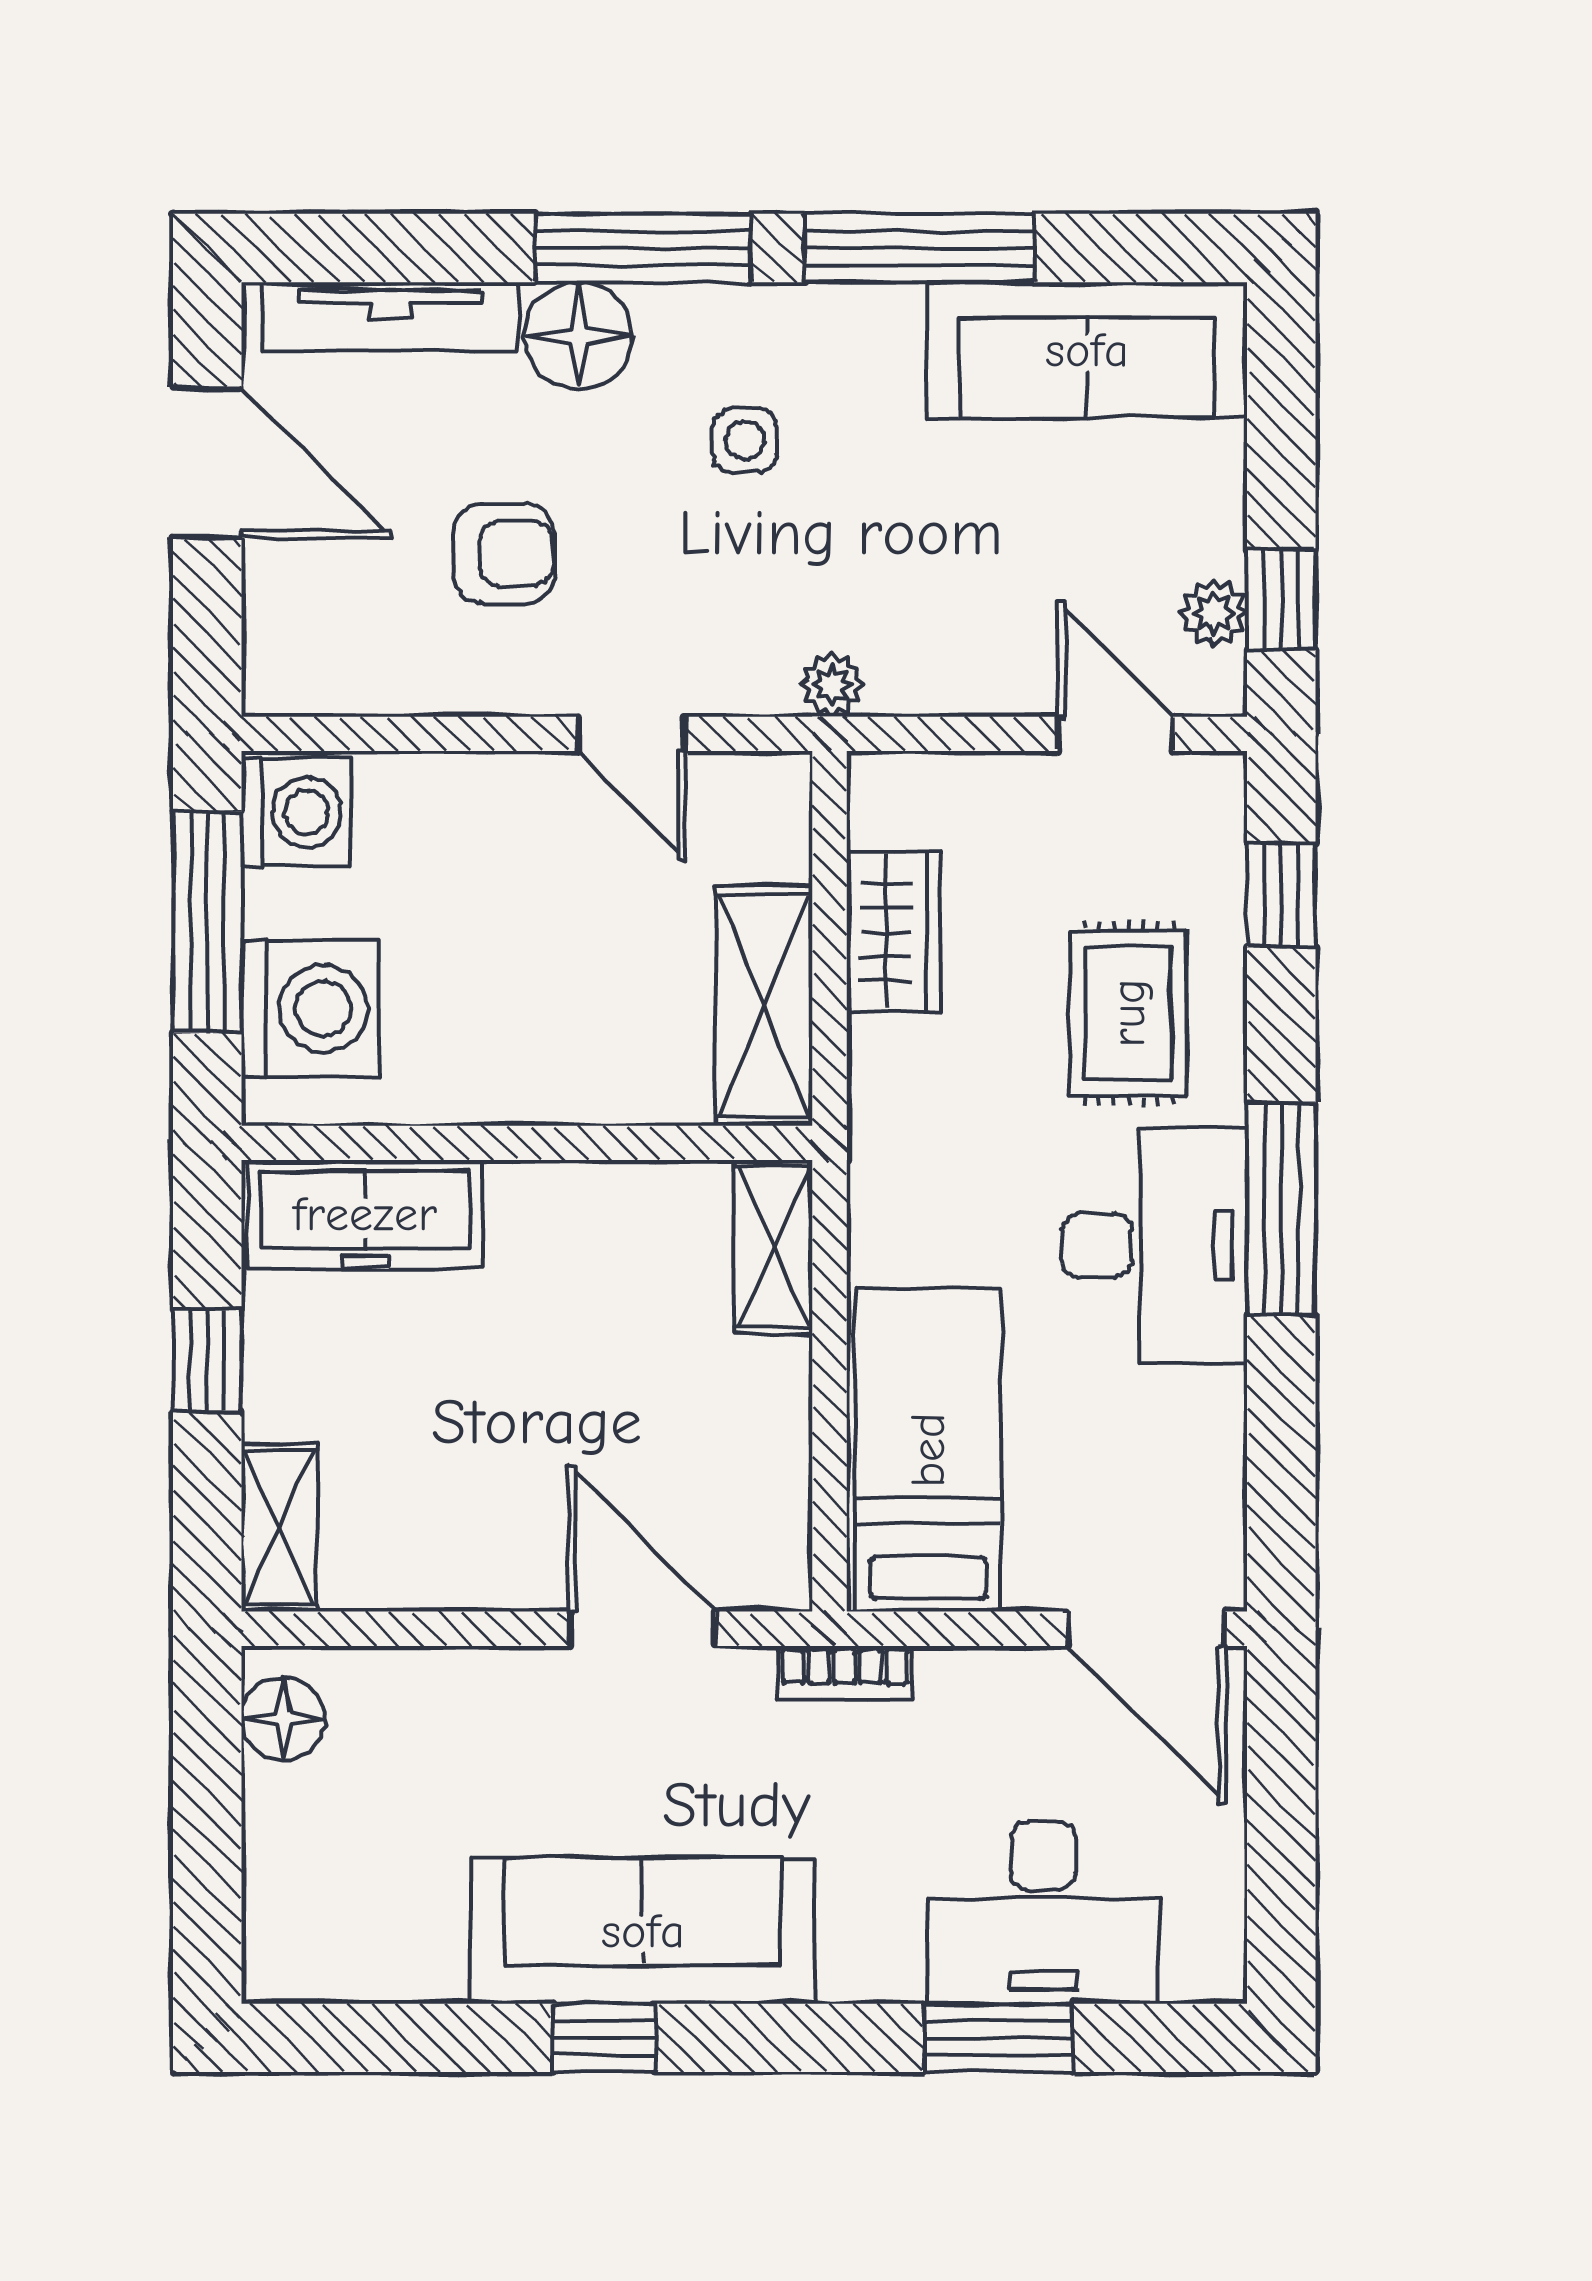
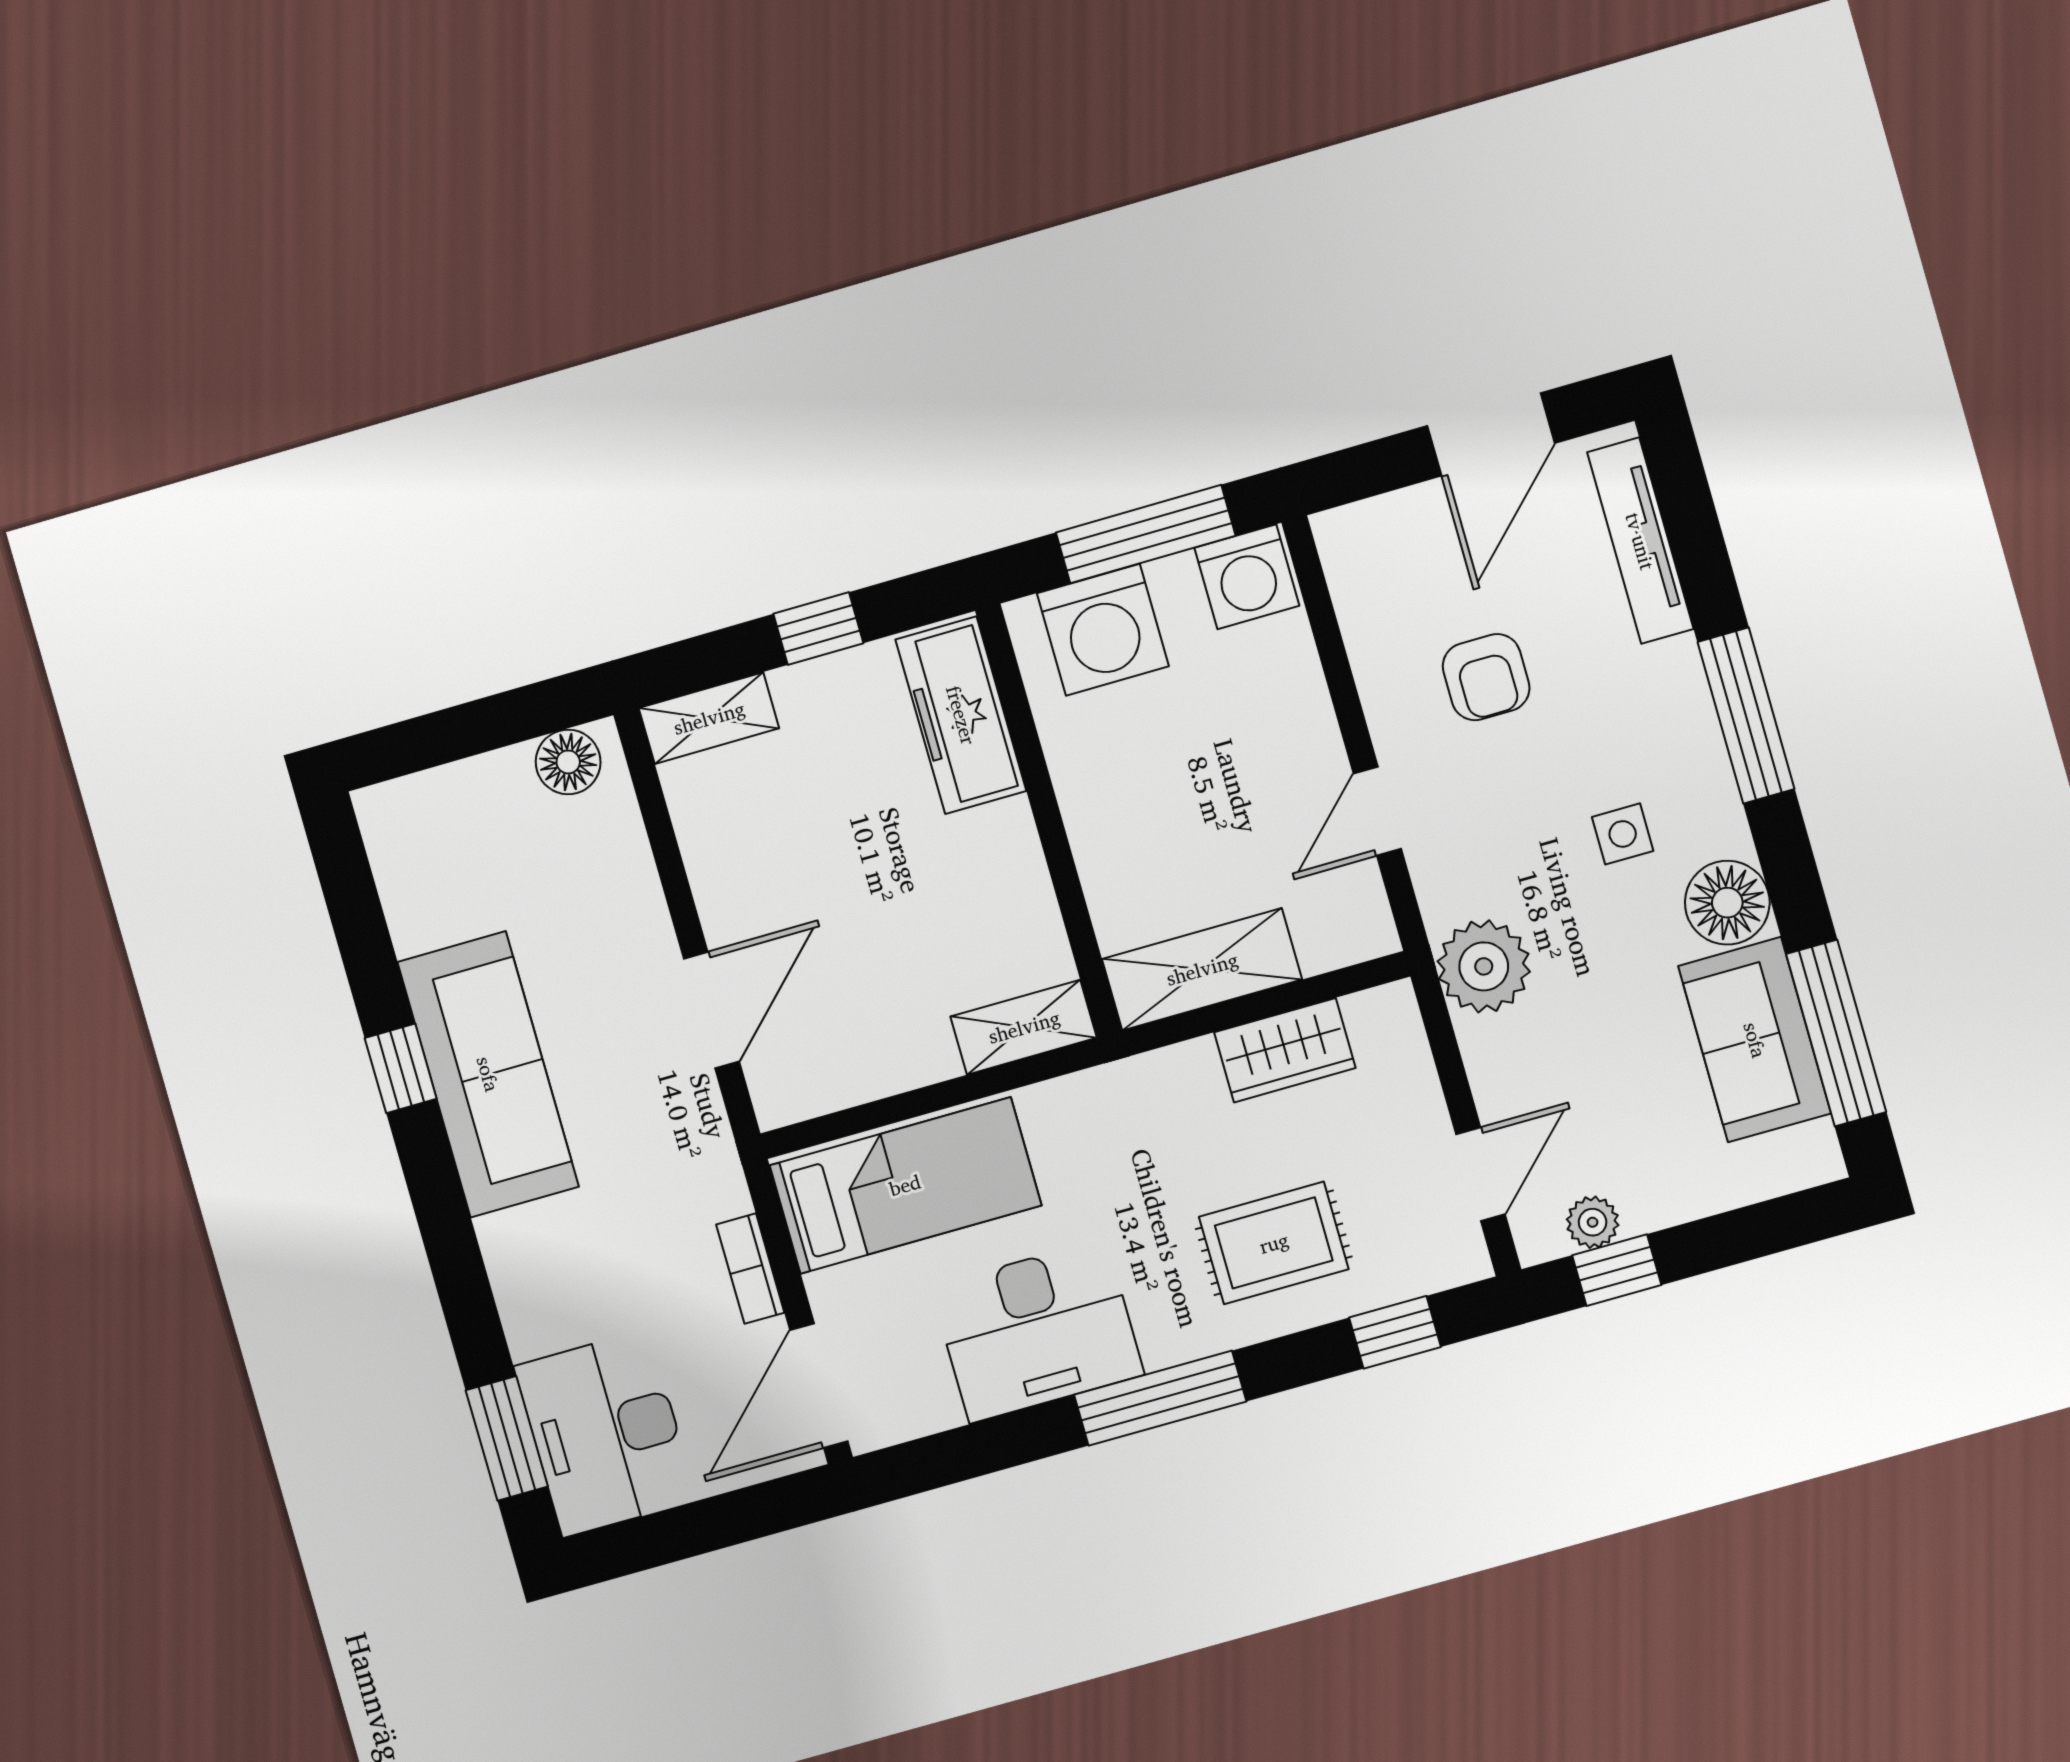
window: (920, 248) -> (1836, 1033), moved
floor lamp: (578, 336) -> (1727, 903), moved
sofa: (1087, 350) -> (1755, 1040), width x0.73
plant: (832, 685) -> (1484, 966), width x1.87, depth x1.87
desk: (1155, 1245) -> (1037, 1331), moved
bookcase: (845, 1673) -> (750, 1269), moved
desk: (1043, 1912) -> (605, 1433), moved
window: (998, 2038) -> (507, 1438), moved

